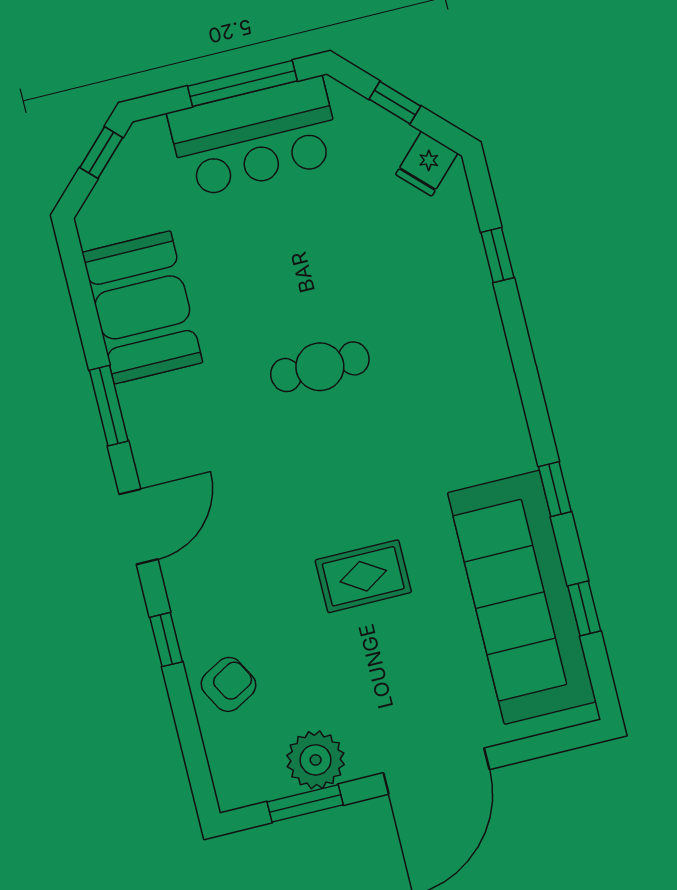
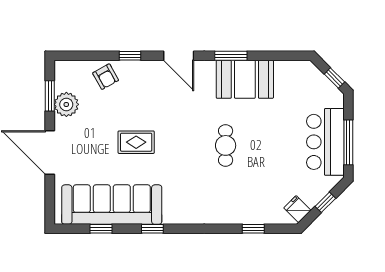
booth: (142, 307) -> (245, 79), moved
rug: (363, 576) -> (136, 142), turned 90

